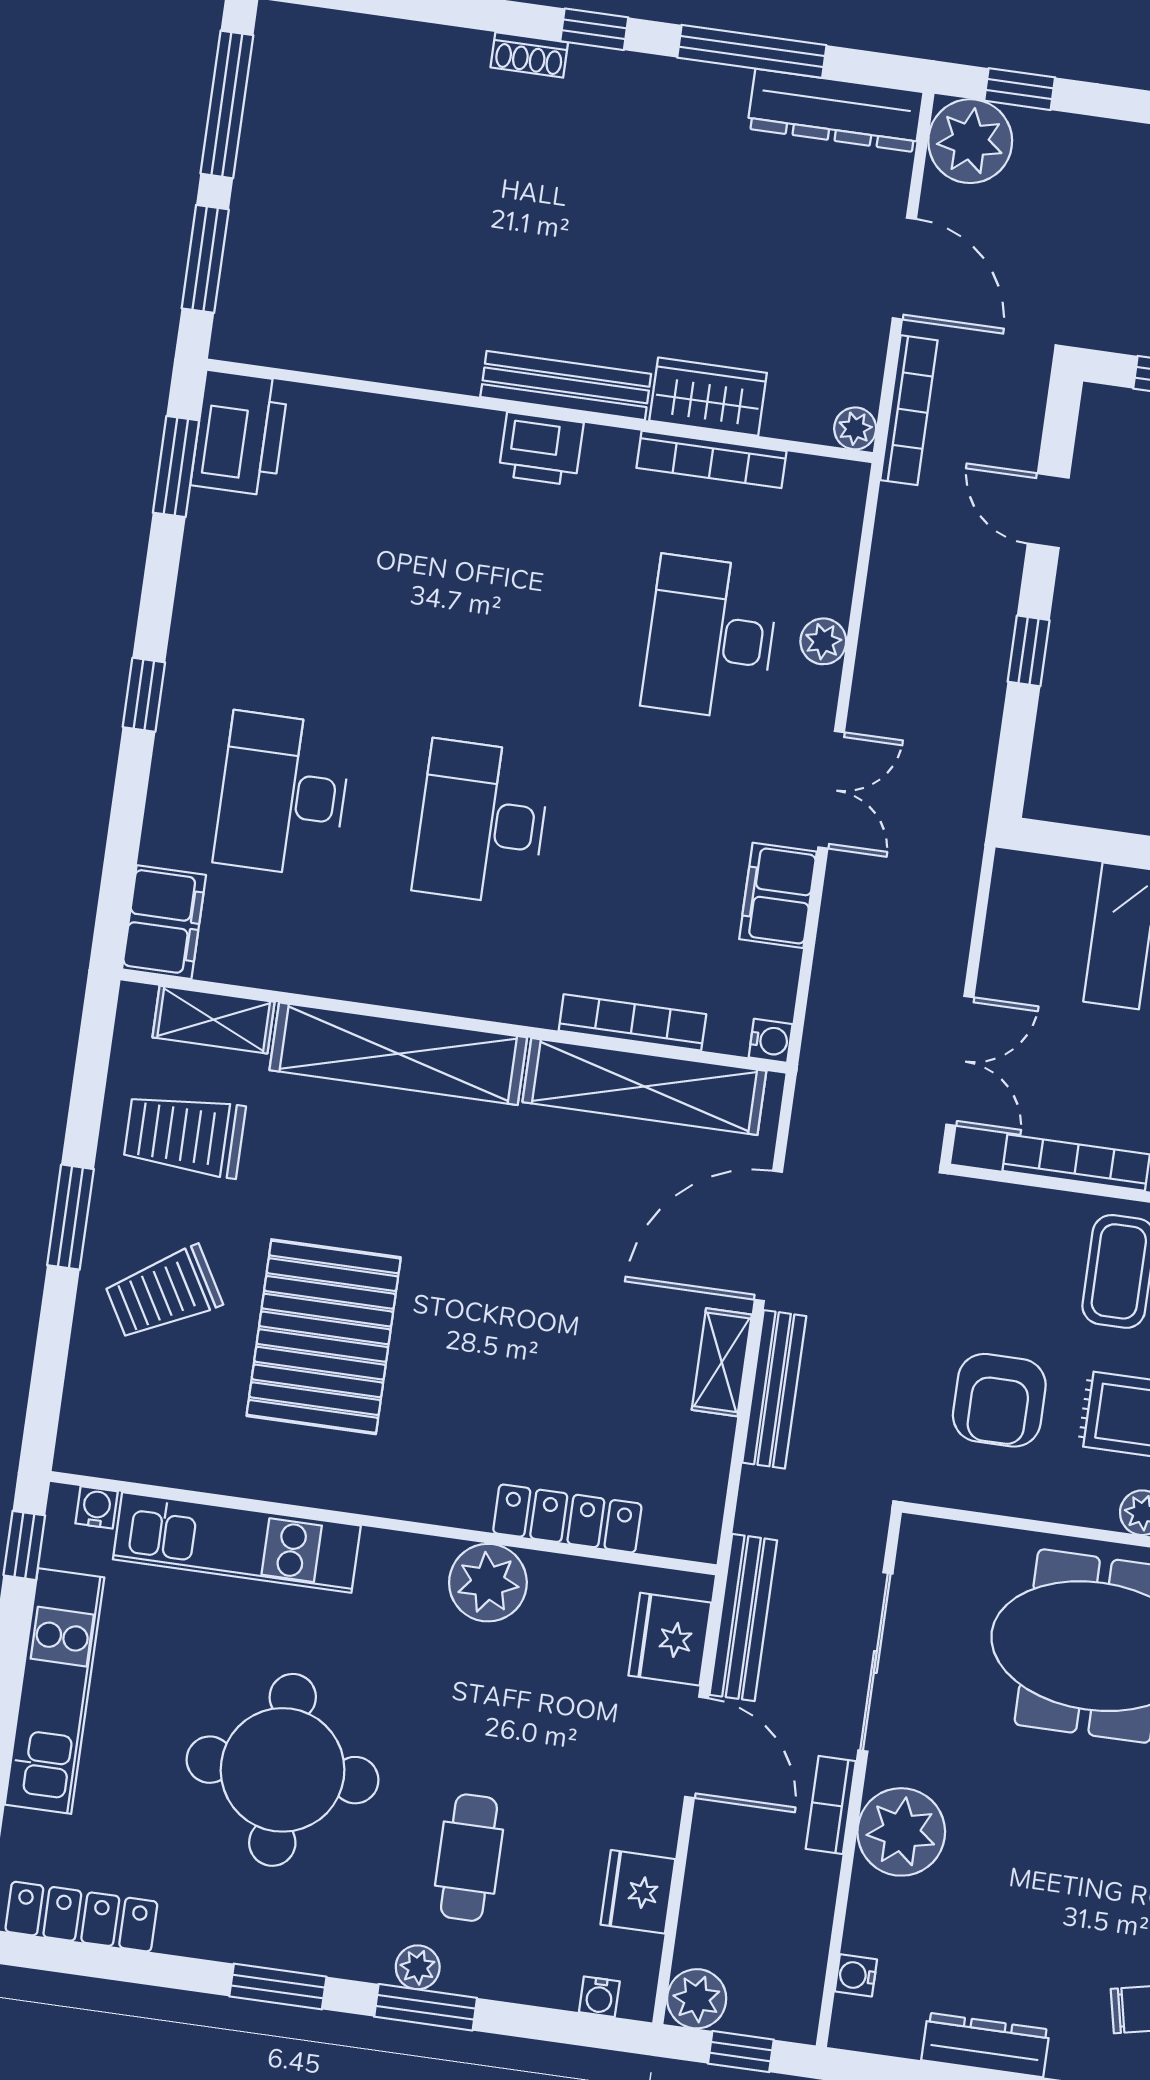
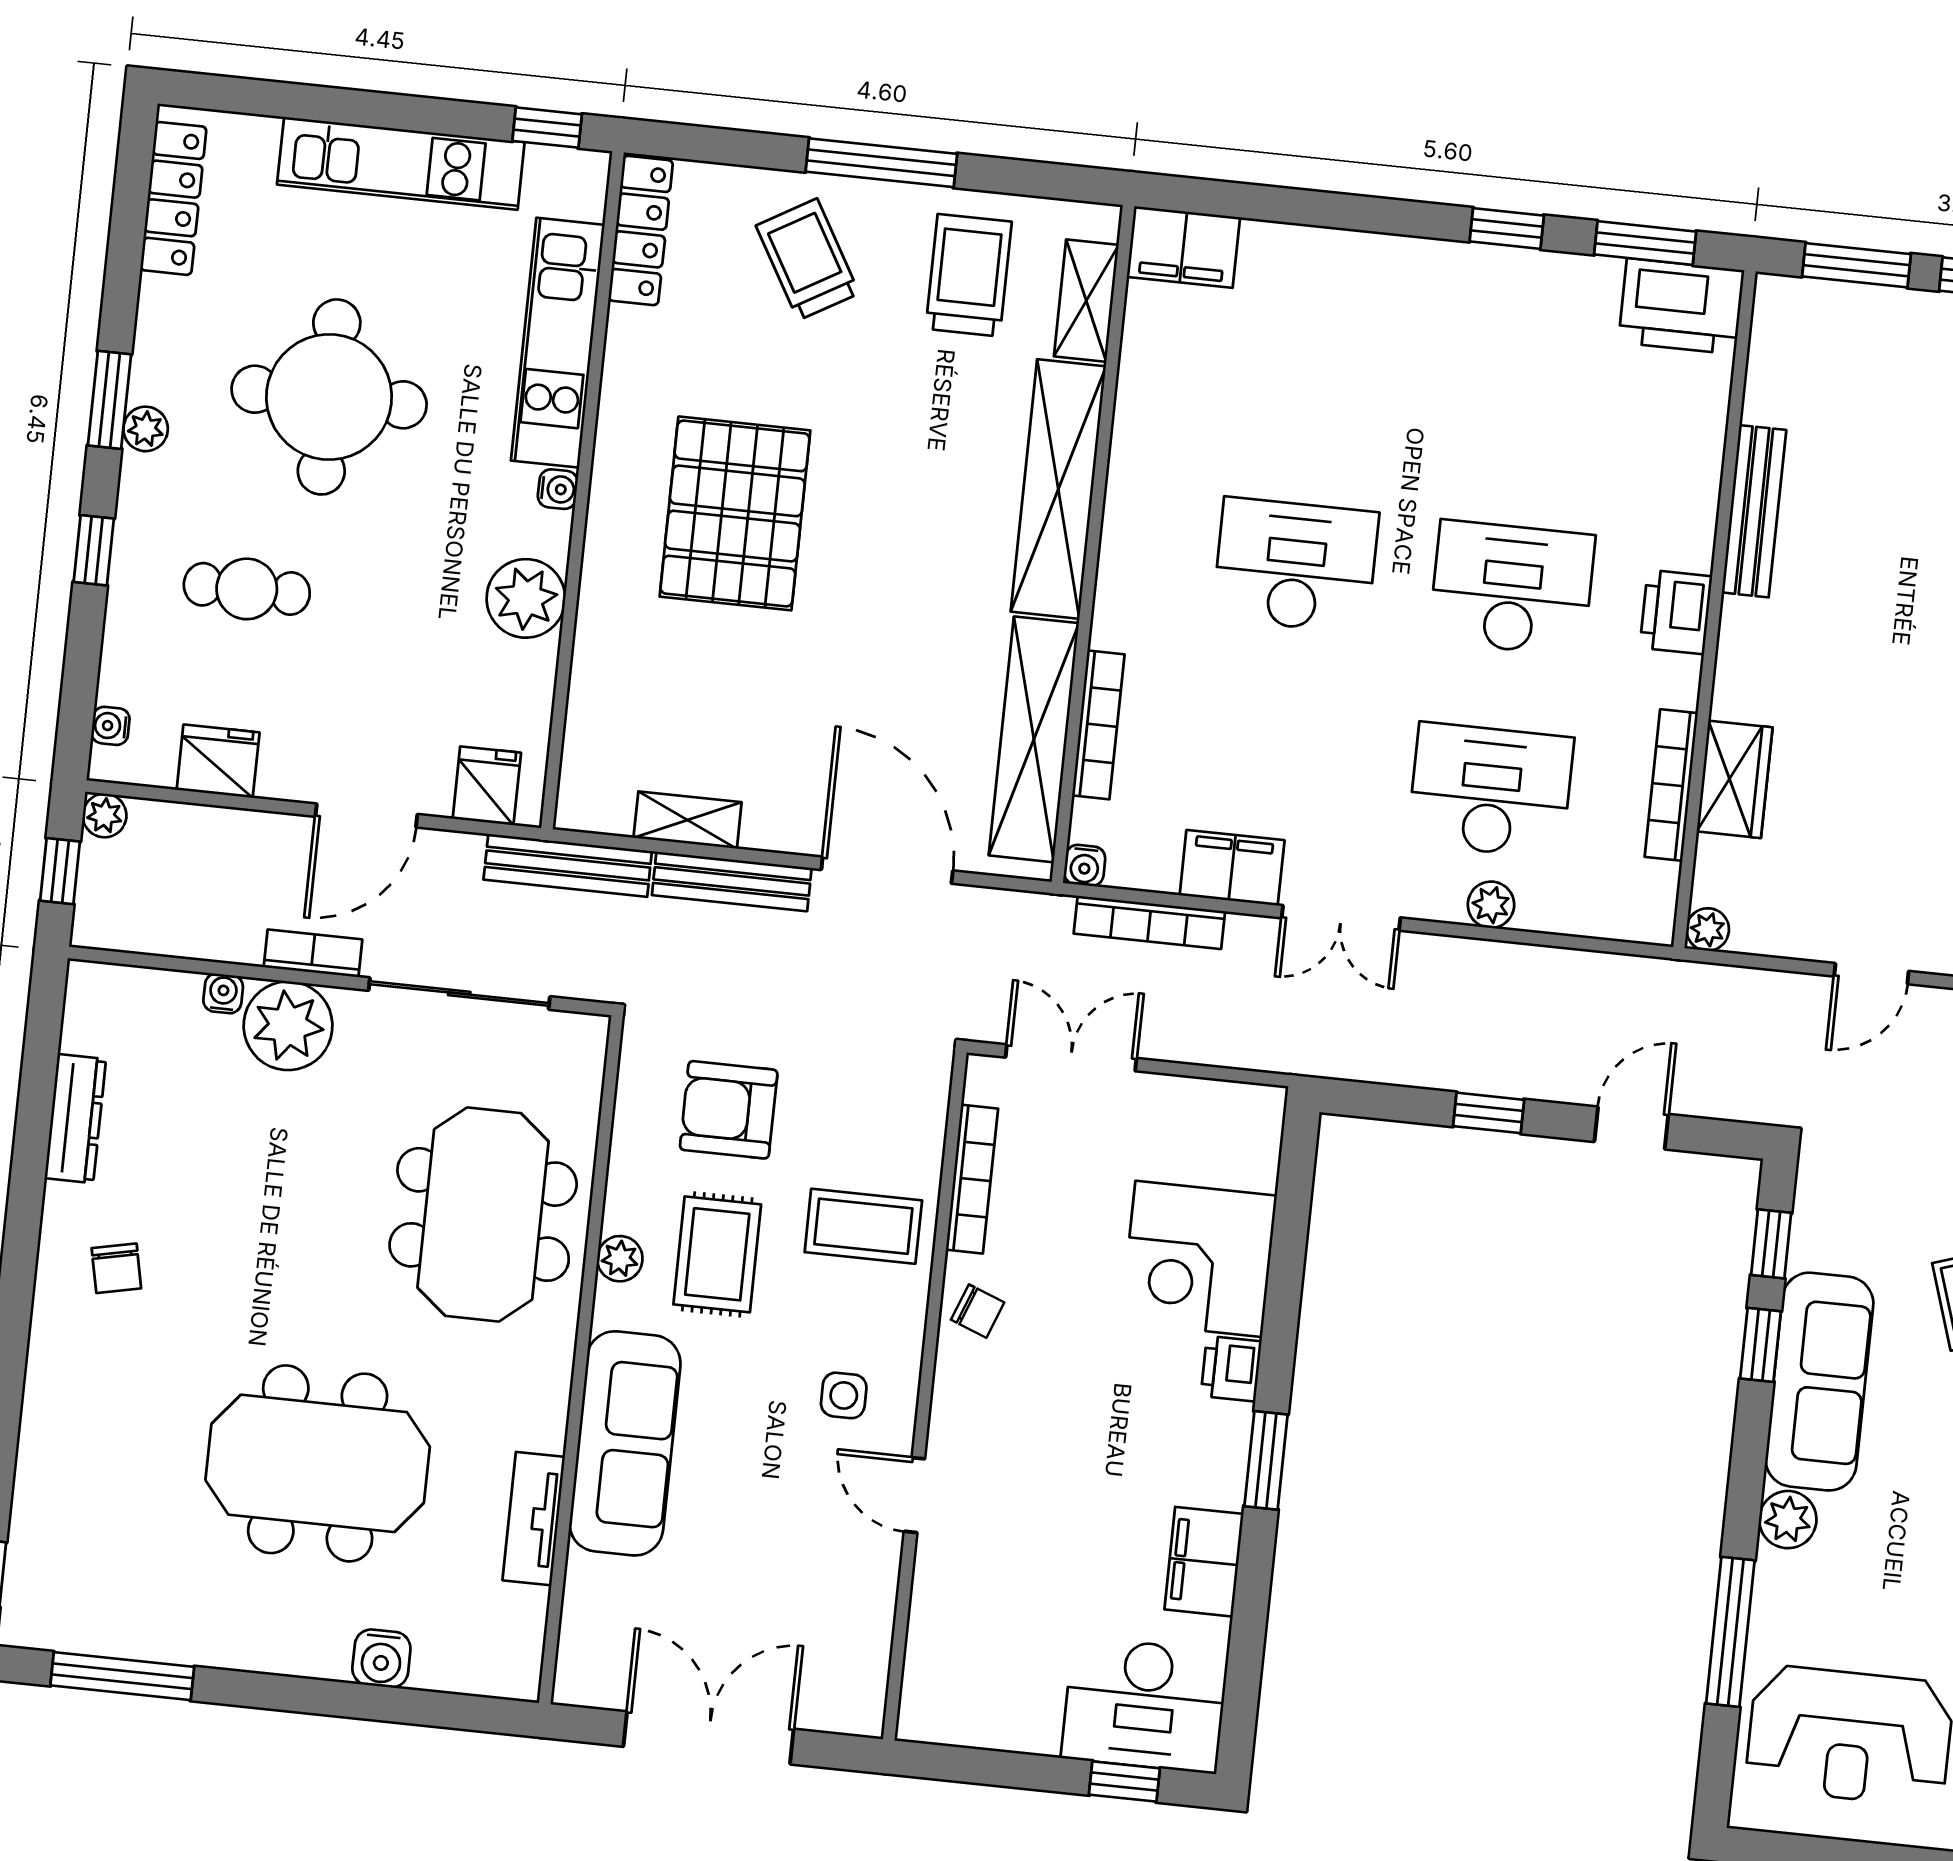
door: (904, 269) -> (1871, 974), width x0.73
bench: (566, 385) -> (1754, 511), moved
bookcase: (909, 410) -> (1149, 922), moved
window: (144, 695) -> (1507, 228), moved
desk: (283, 795) -> (1512, 588), moved
double door: (960, 1061) -> (1071, 1058), swing flipped
window: (70, 1217) -> (881, 163), width x1.44
pallet: (324, 1337) -> (735, 513), moved, turned 90
shelving: (722, 1362) -> (688, 820), moved
water cooler: (97, 1507) -> (558, 489), moved
locker: (567, 1518) -> (641, 230), moved
bench: (743, 1618) -> (568, 865), moved
fridge: (670, 1639) -> (487, 786), width x0.72
plant: (418, 1967) -> (146, 429), moved
water cooler: (856, 1975) -> (223, 993), moved
plant: (697, 1999) -> (105, 815), width x0.73, depth x0.73
window: (426, 2007) -> (94, 550), width x0.67

